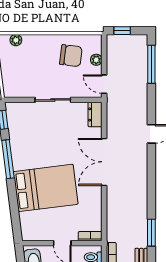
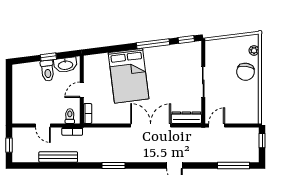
chair: (71, 56) -> (245, 72), moved
plant: (96, 60) -> (237, 119), removed
dresser: (95, 114) -> (186, 118), width x1.44
window: (151, 233) -> (113, 165), moved

